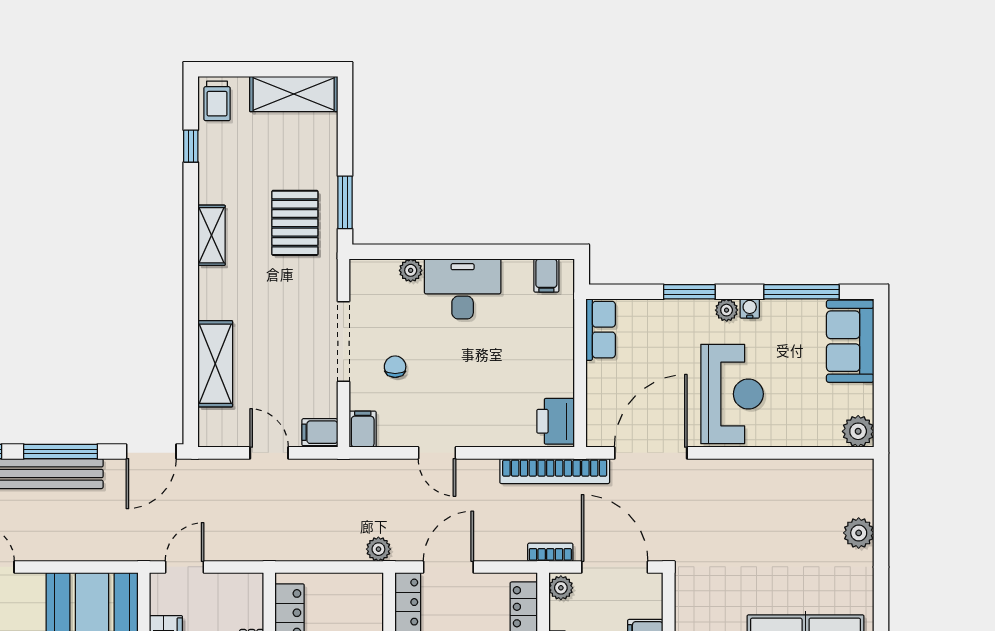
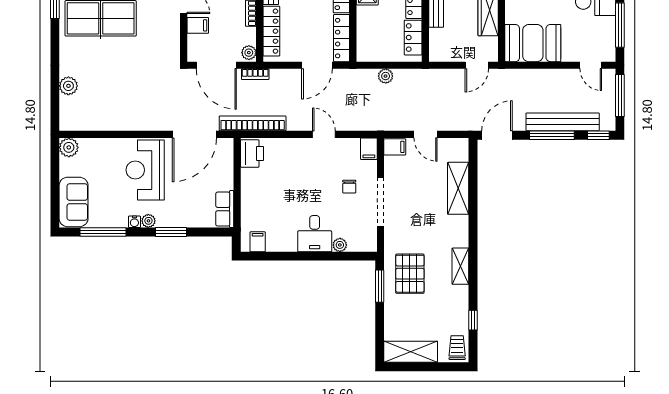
desk: (463, 289) -> (315, 234), width x0.73
plant: (378, 549) -> (386, 76), moved

